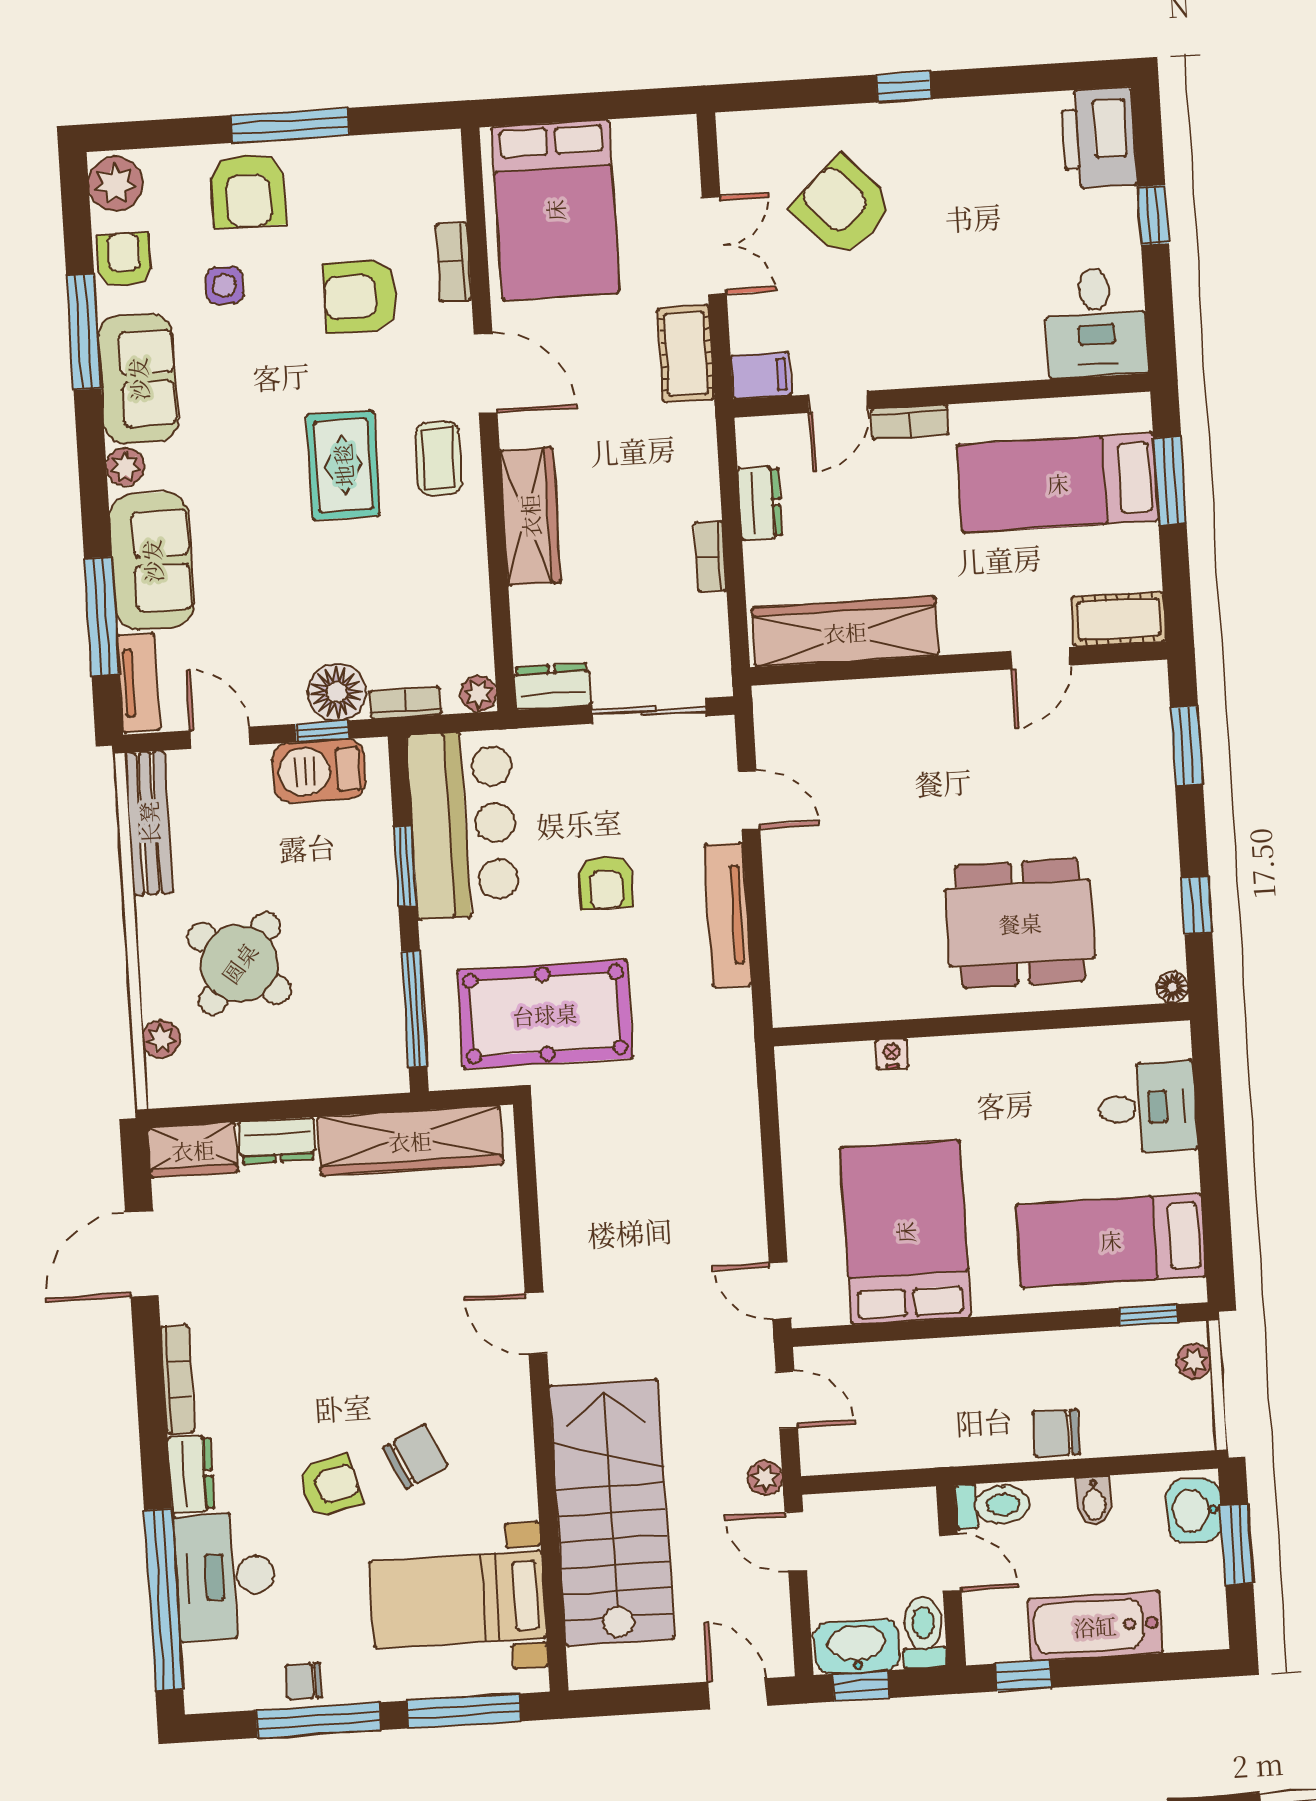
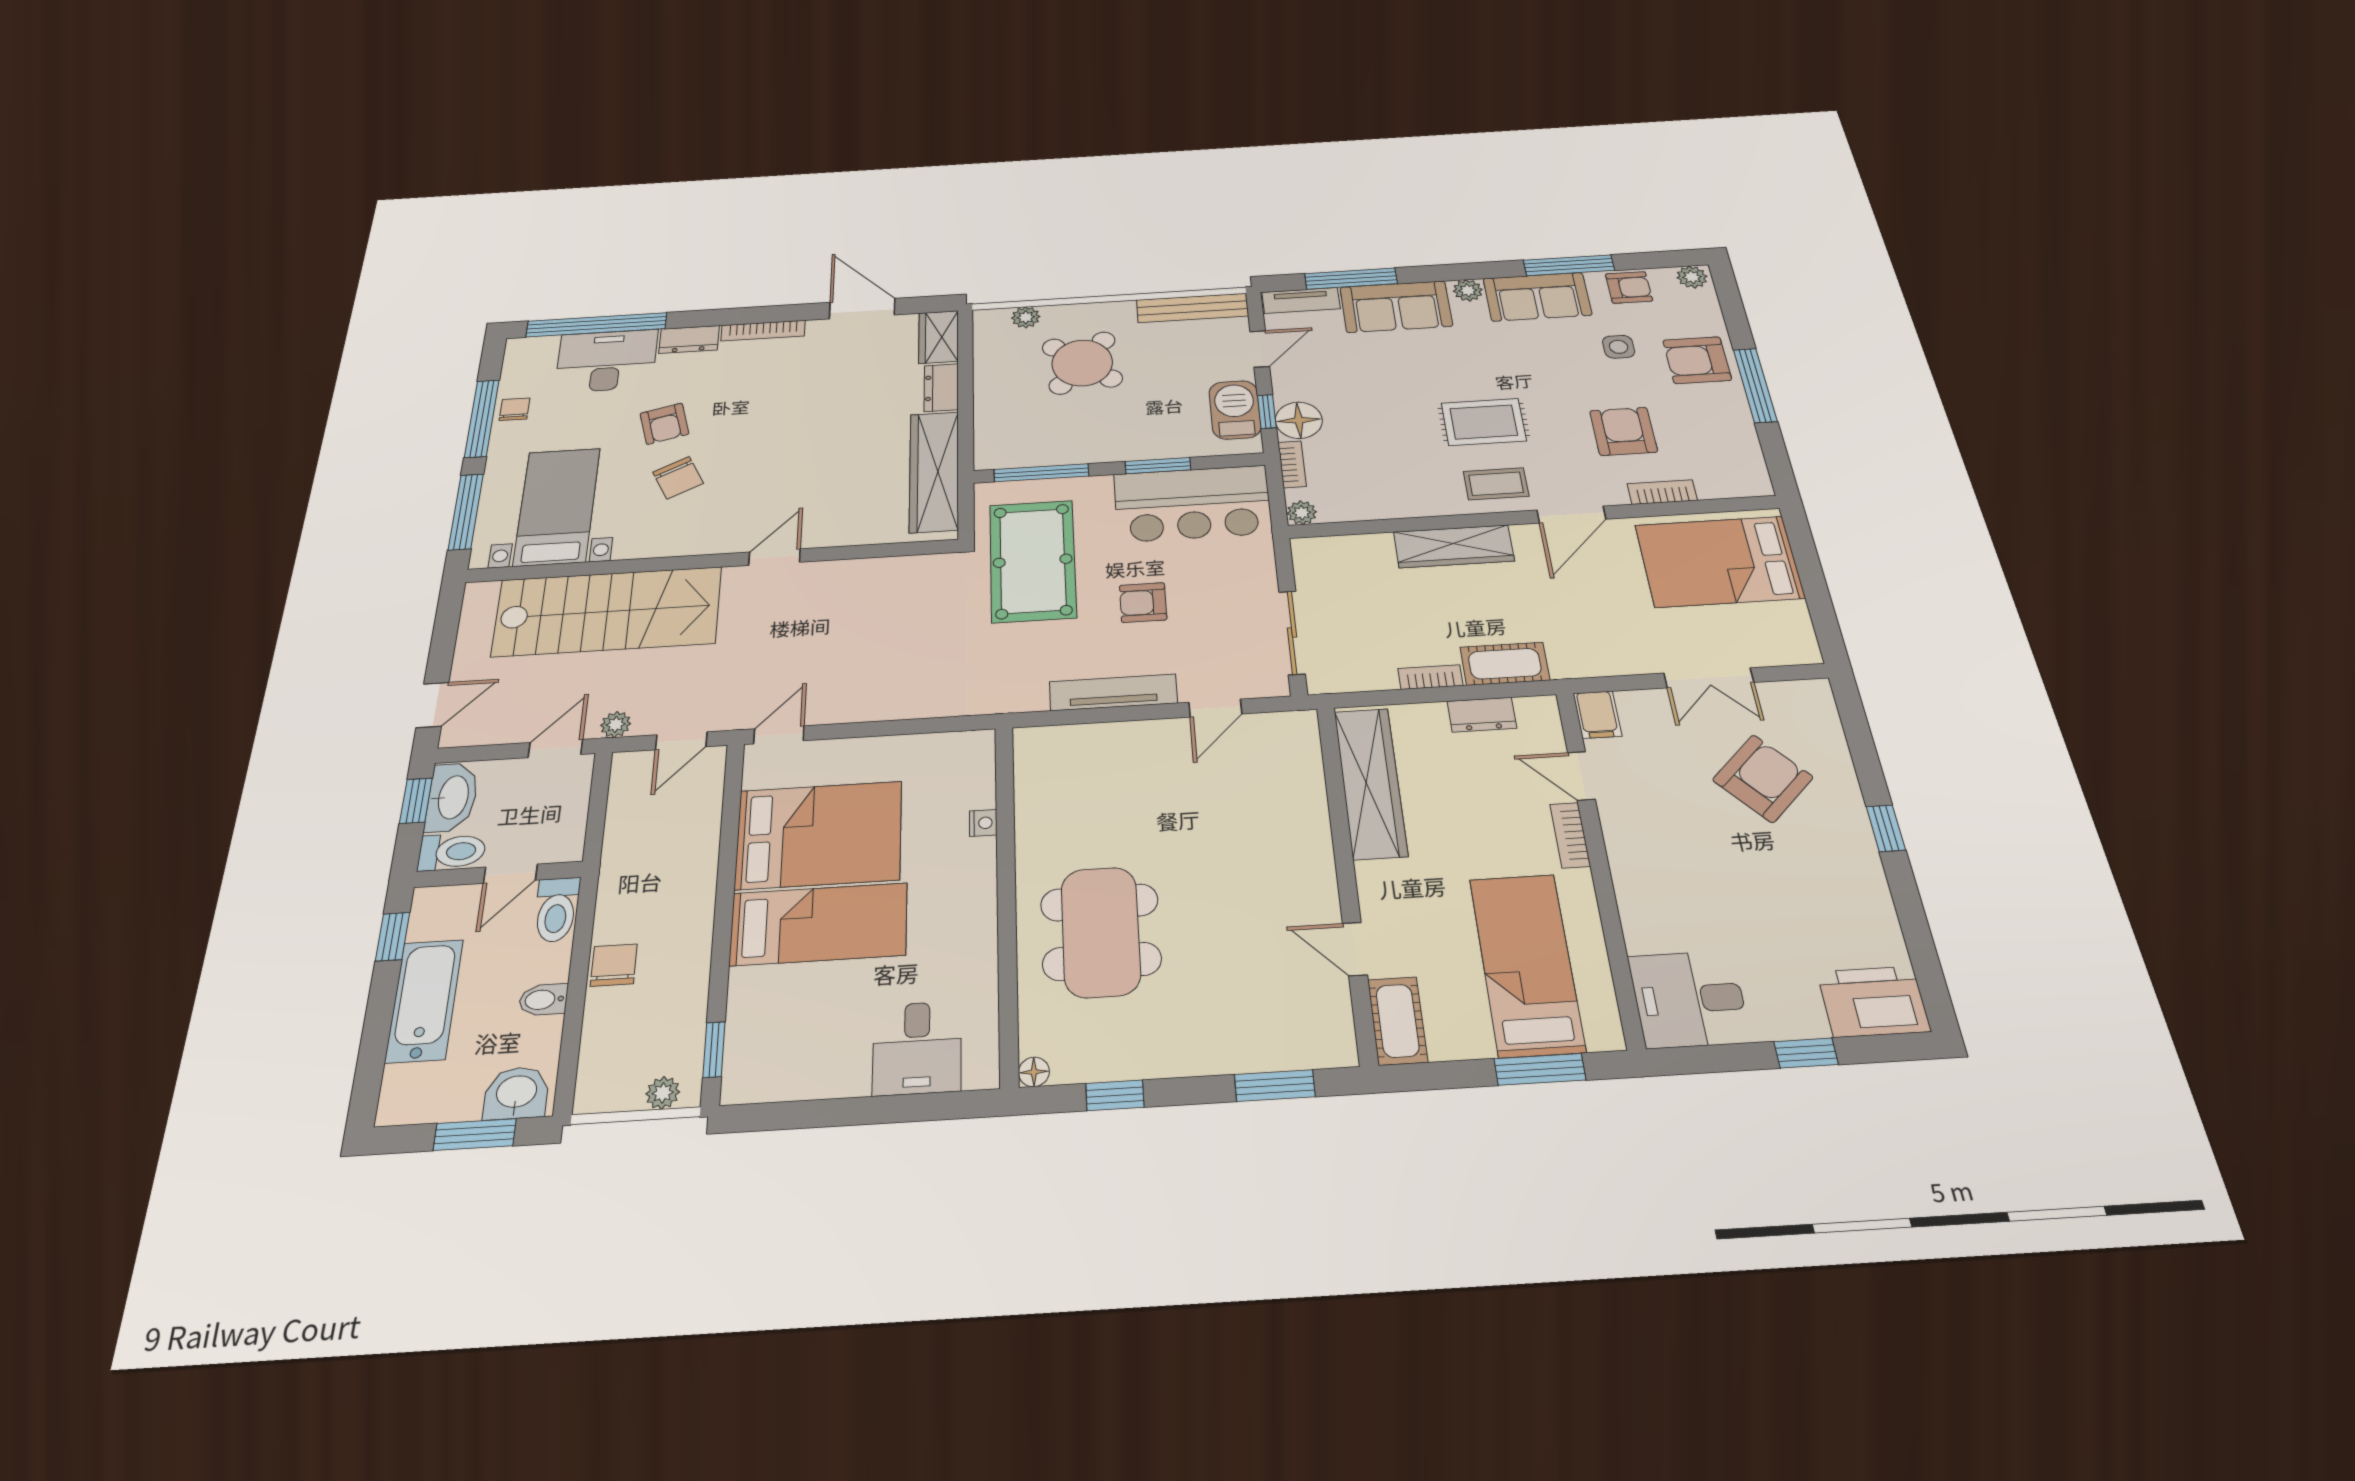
plant: (115, 184) -> (1692, 277), width x0.73, depth x0.73
cot: (686, 354) -> (1505, 664), moved
dresser: (552, 686) -> (1310, 563), removed
bed: (1111, 1240) -> (819, 924), moved, turned 90

